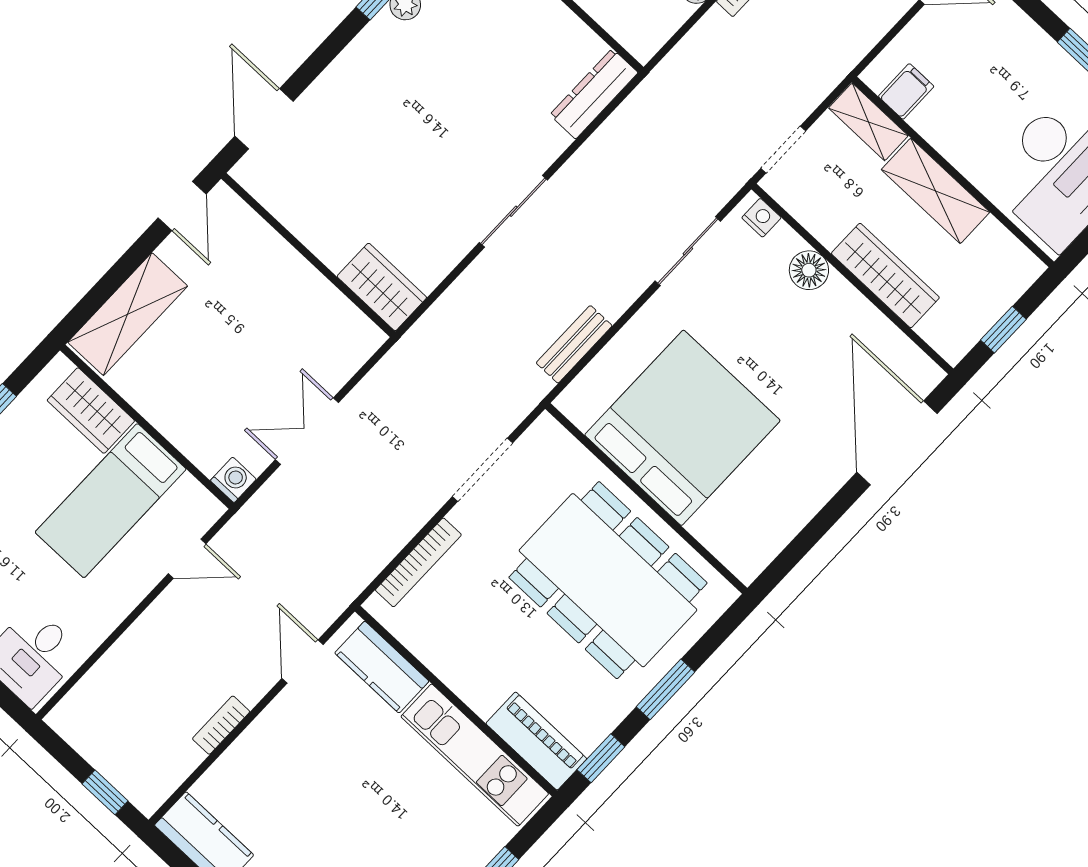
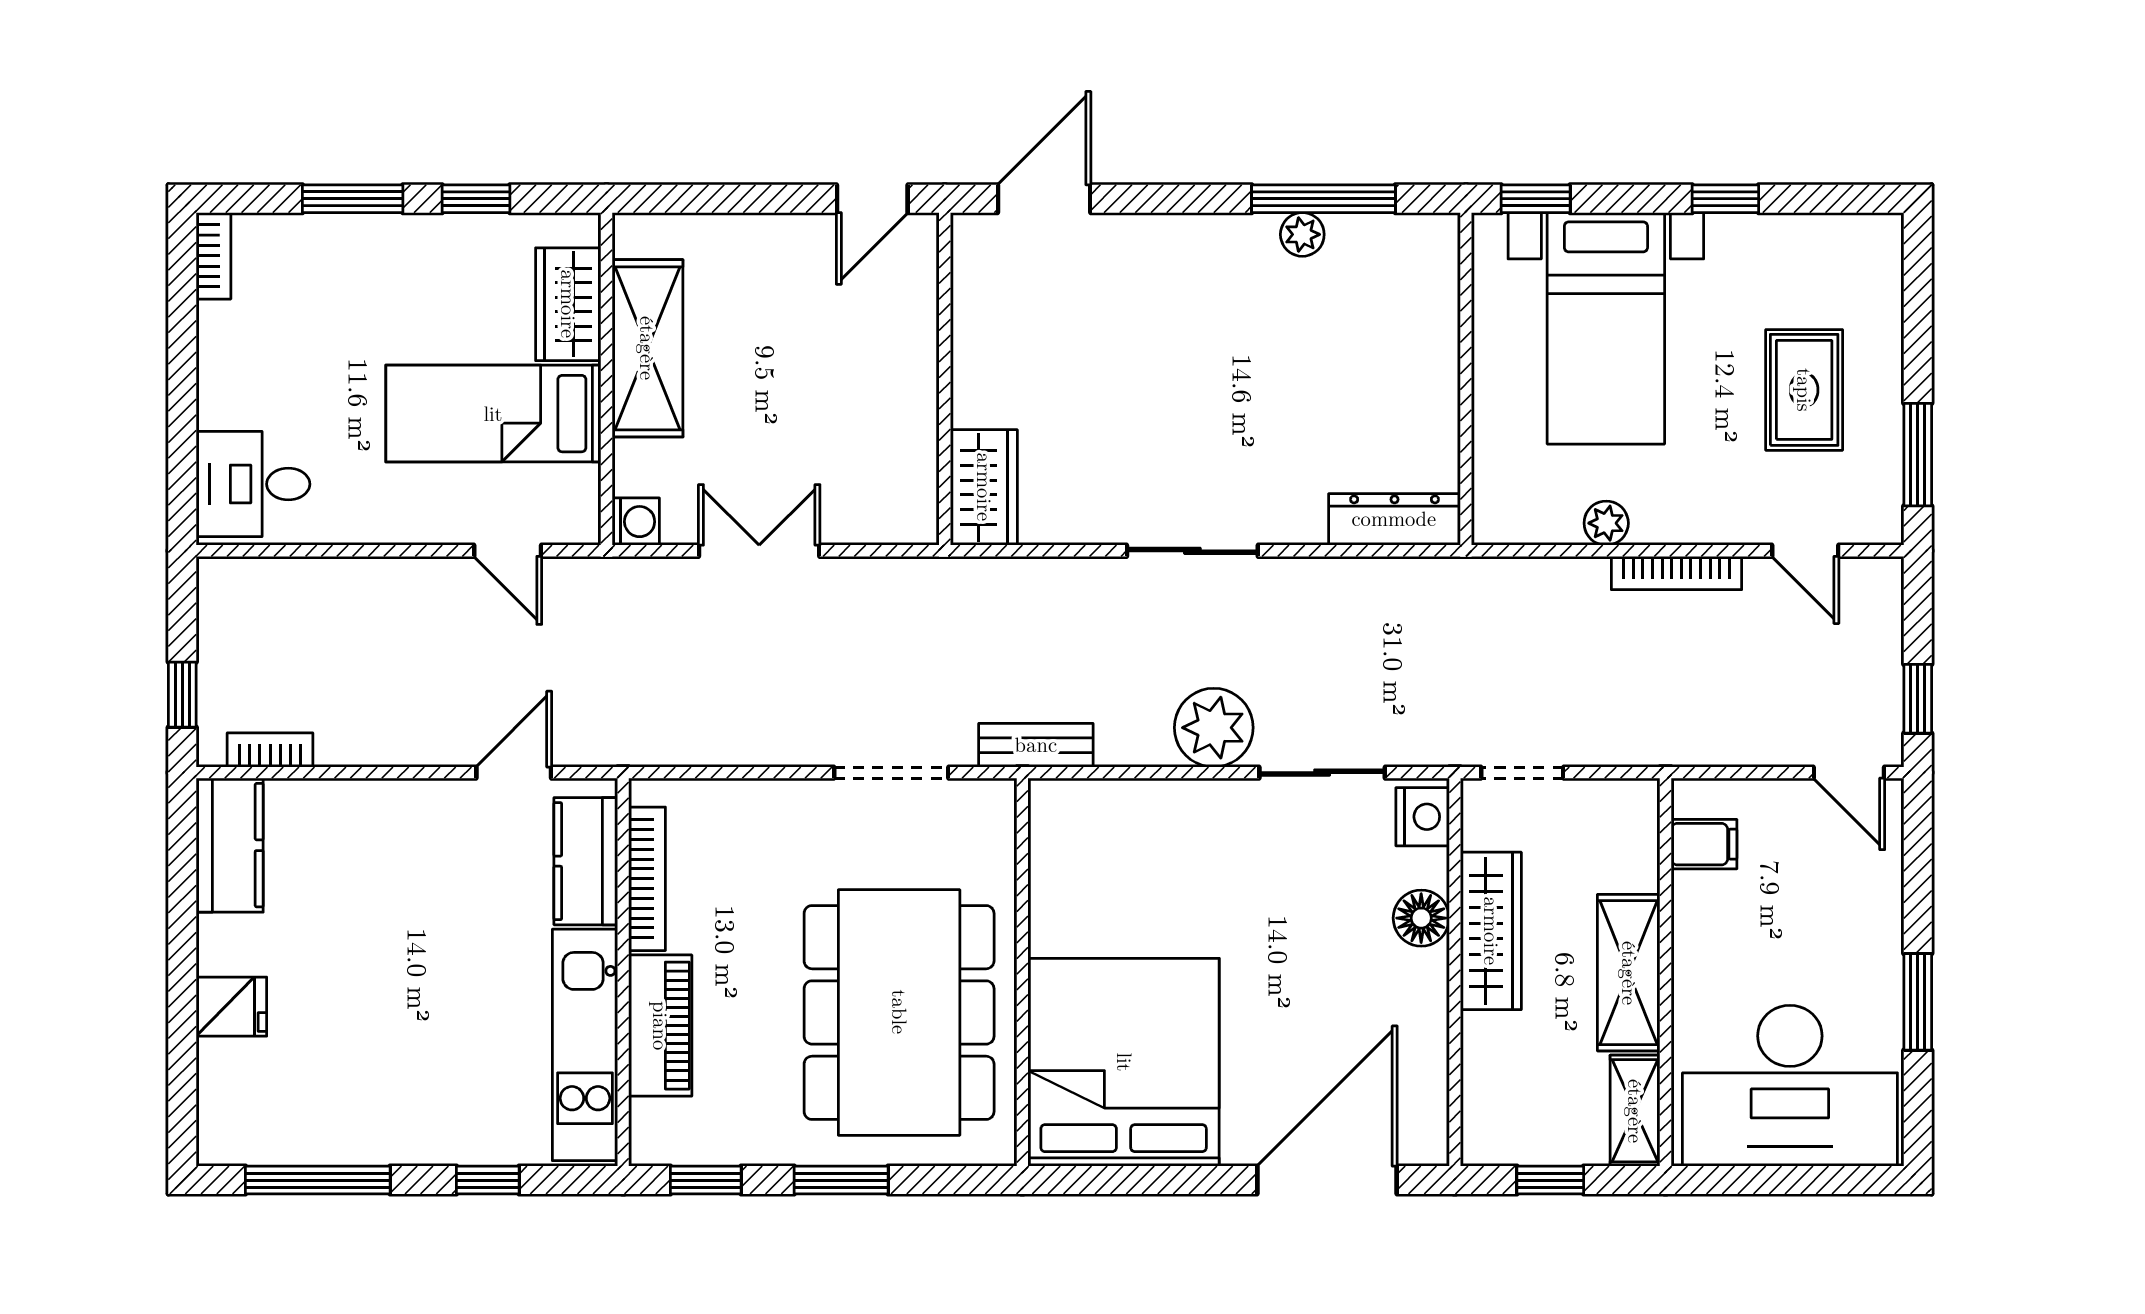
shelving: (868, 122) -> (1635, 1111), moved
nightstand: (761, 218) -> (1423, 817), width x1.39, depth x1.35
wardrobe: (885, 276) -> (1491, 931), moved
plant: (613, 285) -> (1214, 728), added
shelving: (128, 314) -> (647, 348), moved, turned 90
bench: (574, 344) -> (1036, 745), moved
bed: (682, 428) -> (1124, 1062), moved, turned -90
bookcase: (418, 562) -> (647, 879), moved, turned -90
bookcase: (221, 725) -> (270, 750), moved
piano: (536, 741) -> (660, 1026), moved

